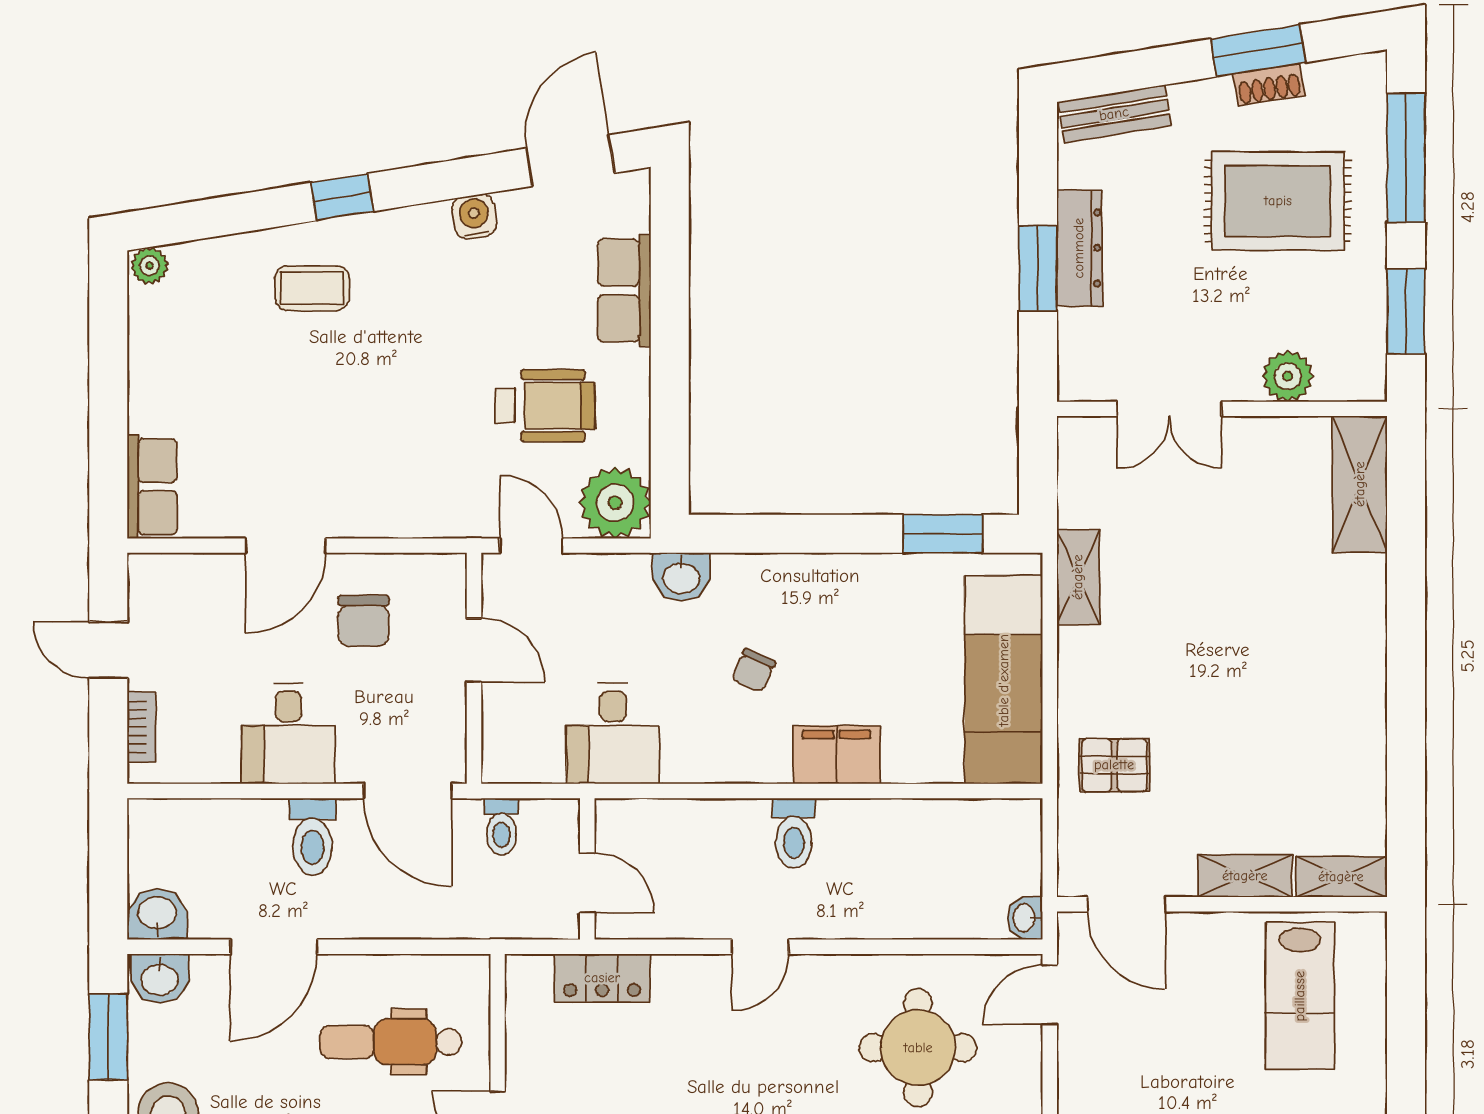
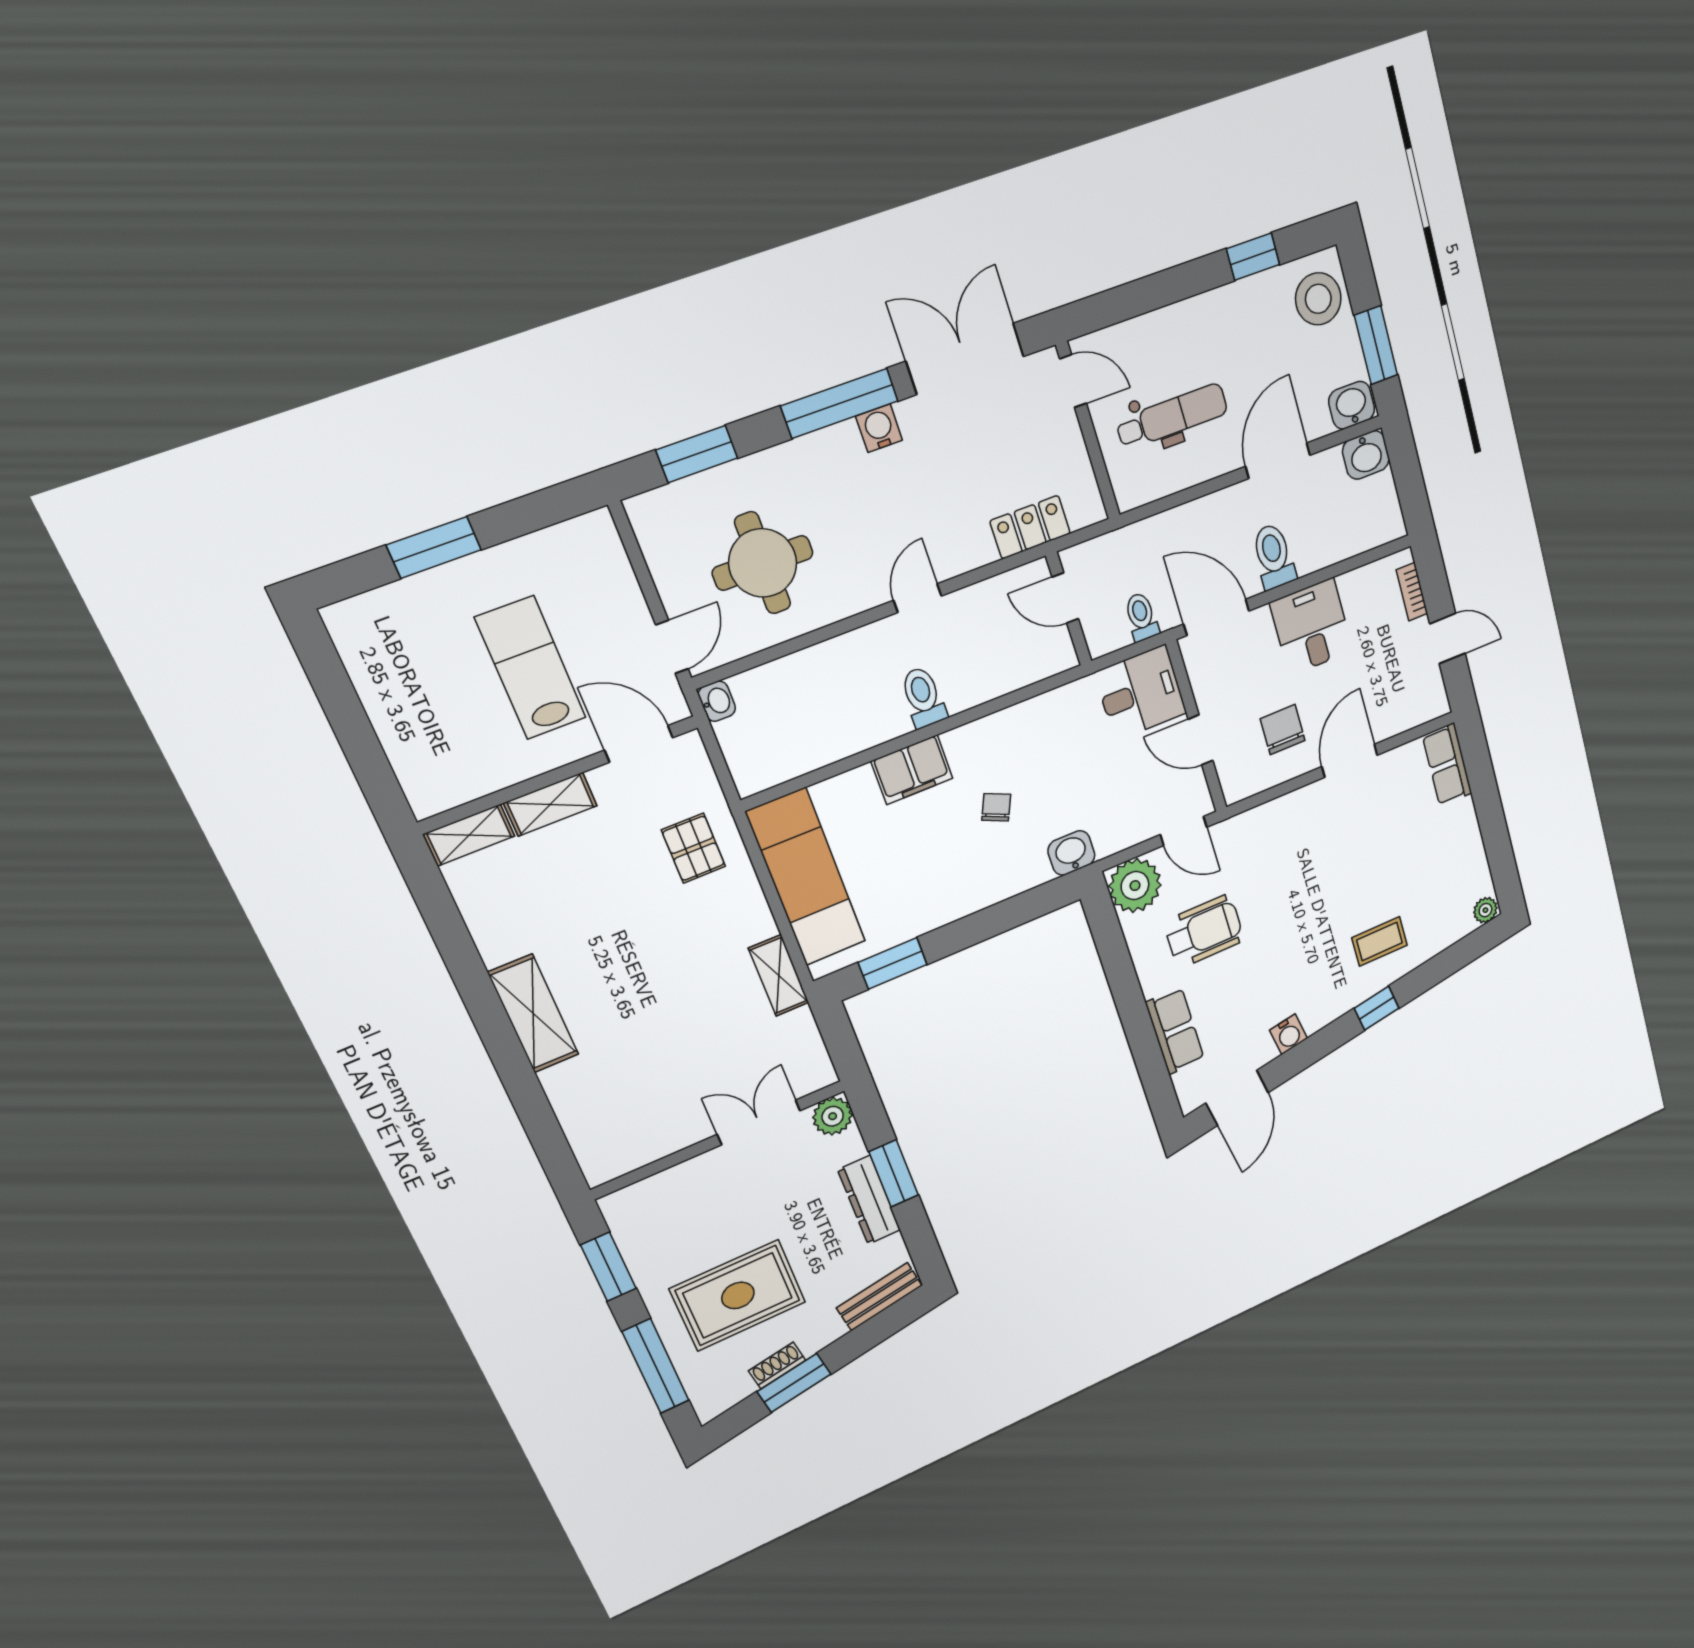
plant: (1288, 376) -> (833, 1116), moved
wheelchair: (545, 406) -> (1204, 931), turned 180
shelving: (1360, 484) -> (533, 1014), moved
desk: (613, 734) -> (1141, 693), moved, turned 90
pallet: (1114, 765) -> (693, 848), turned 90
lab bench: (1300, 996) -> (531, 668), moved

